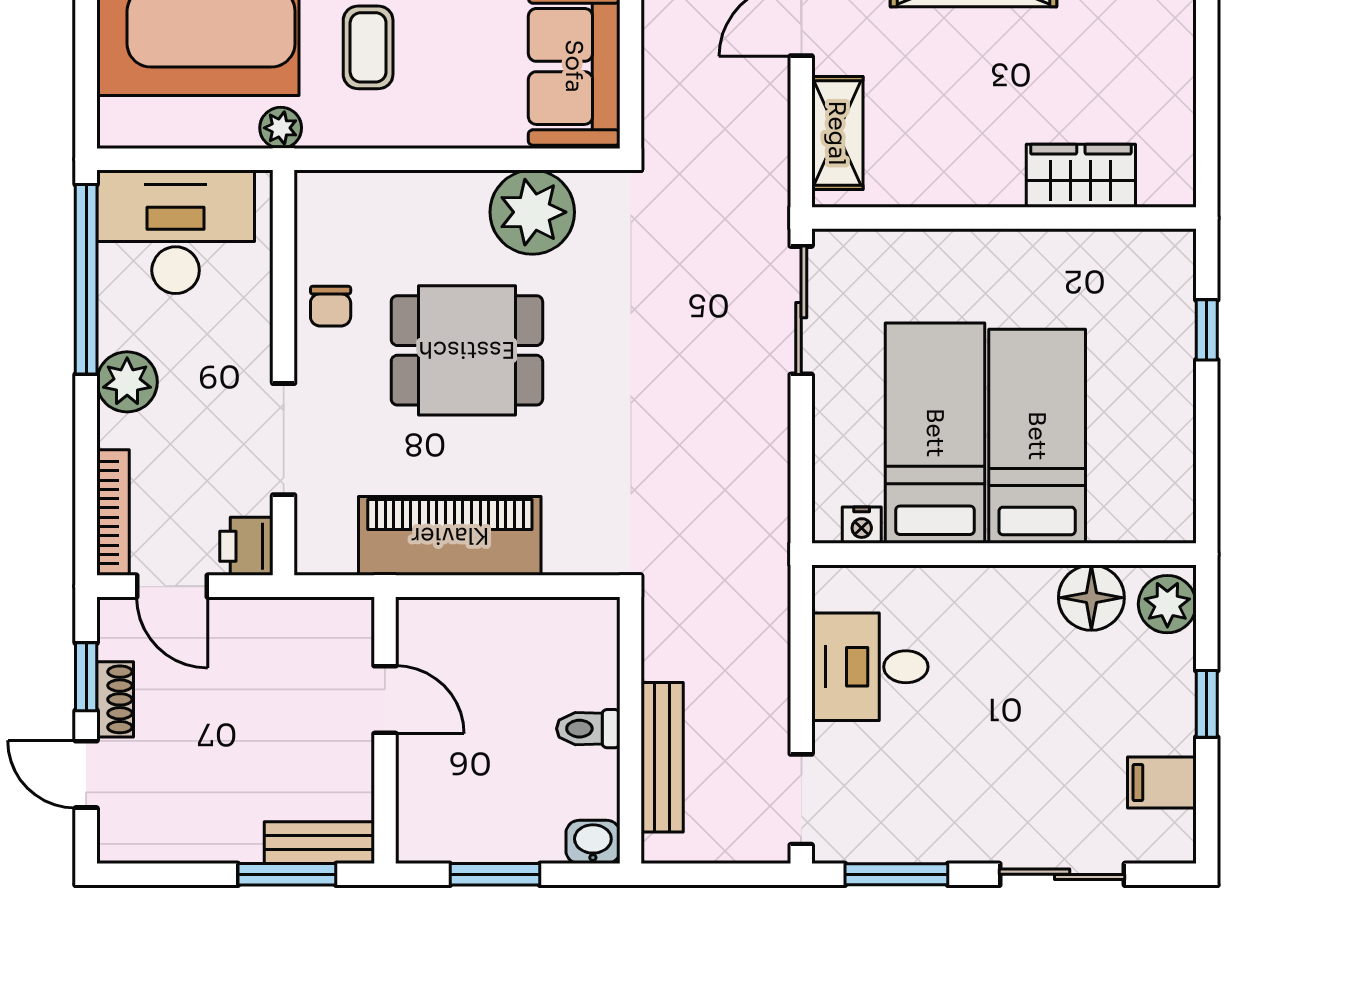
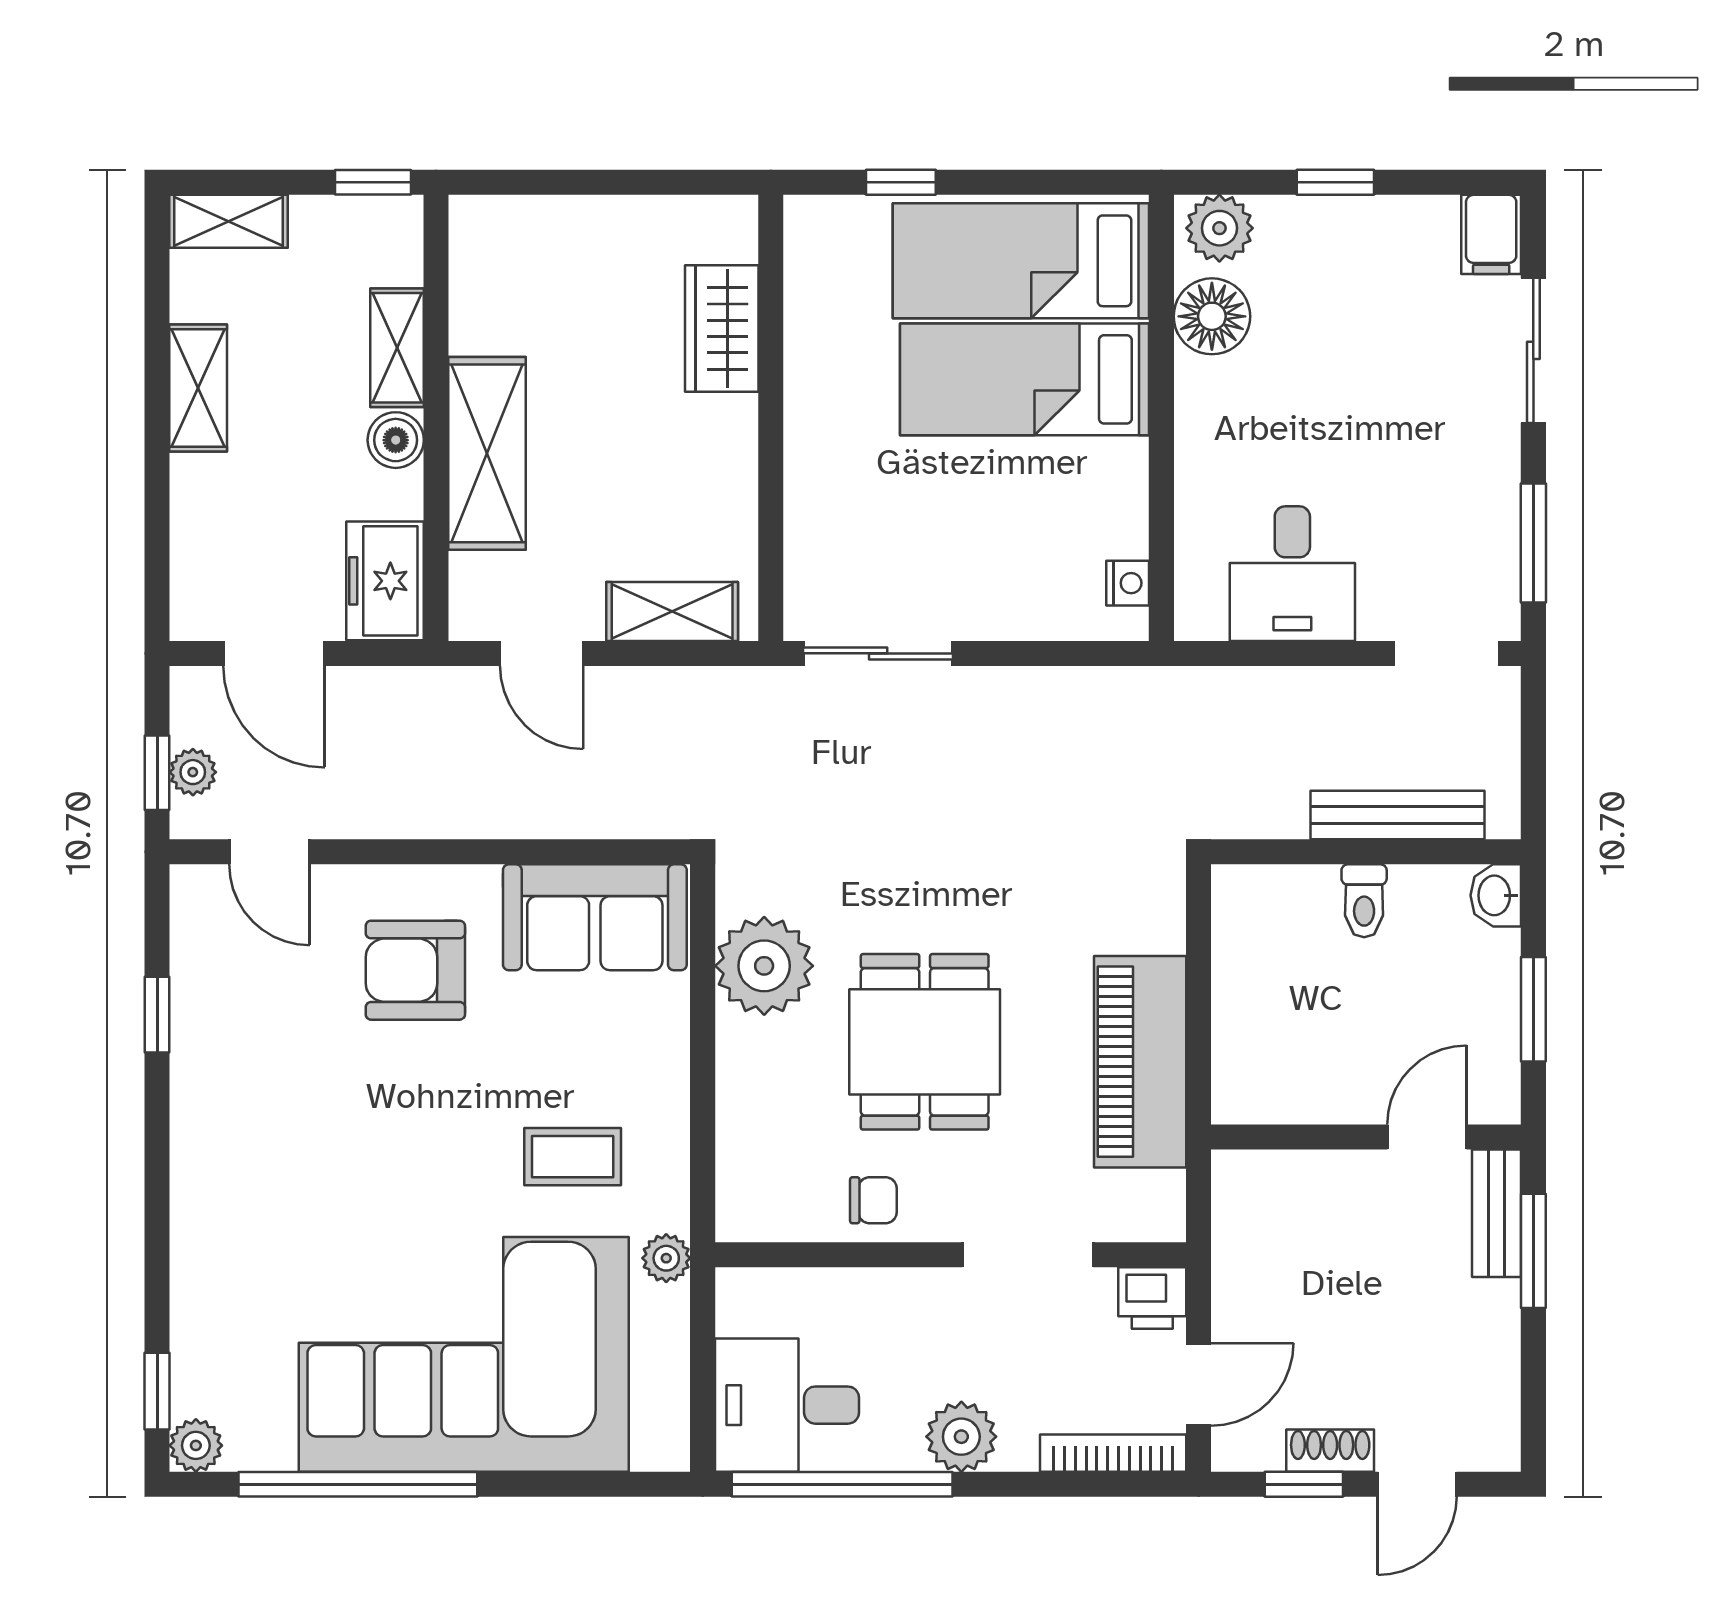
desk: (176, 232) -> (787, 1405), width x0.73
bed: (935, 433) -> (1021, 261), moved
door: (385, 700) -> (1427, 1137), moved
filing cabinet: (1162, 782) -> (1491, 234), moved

